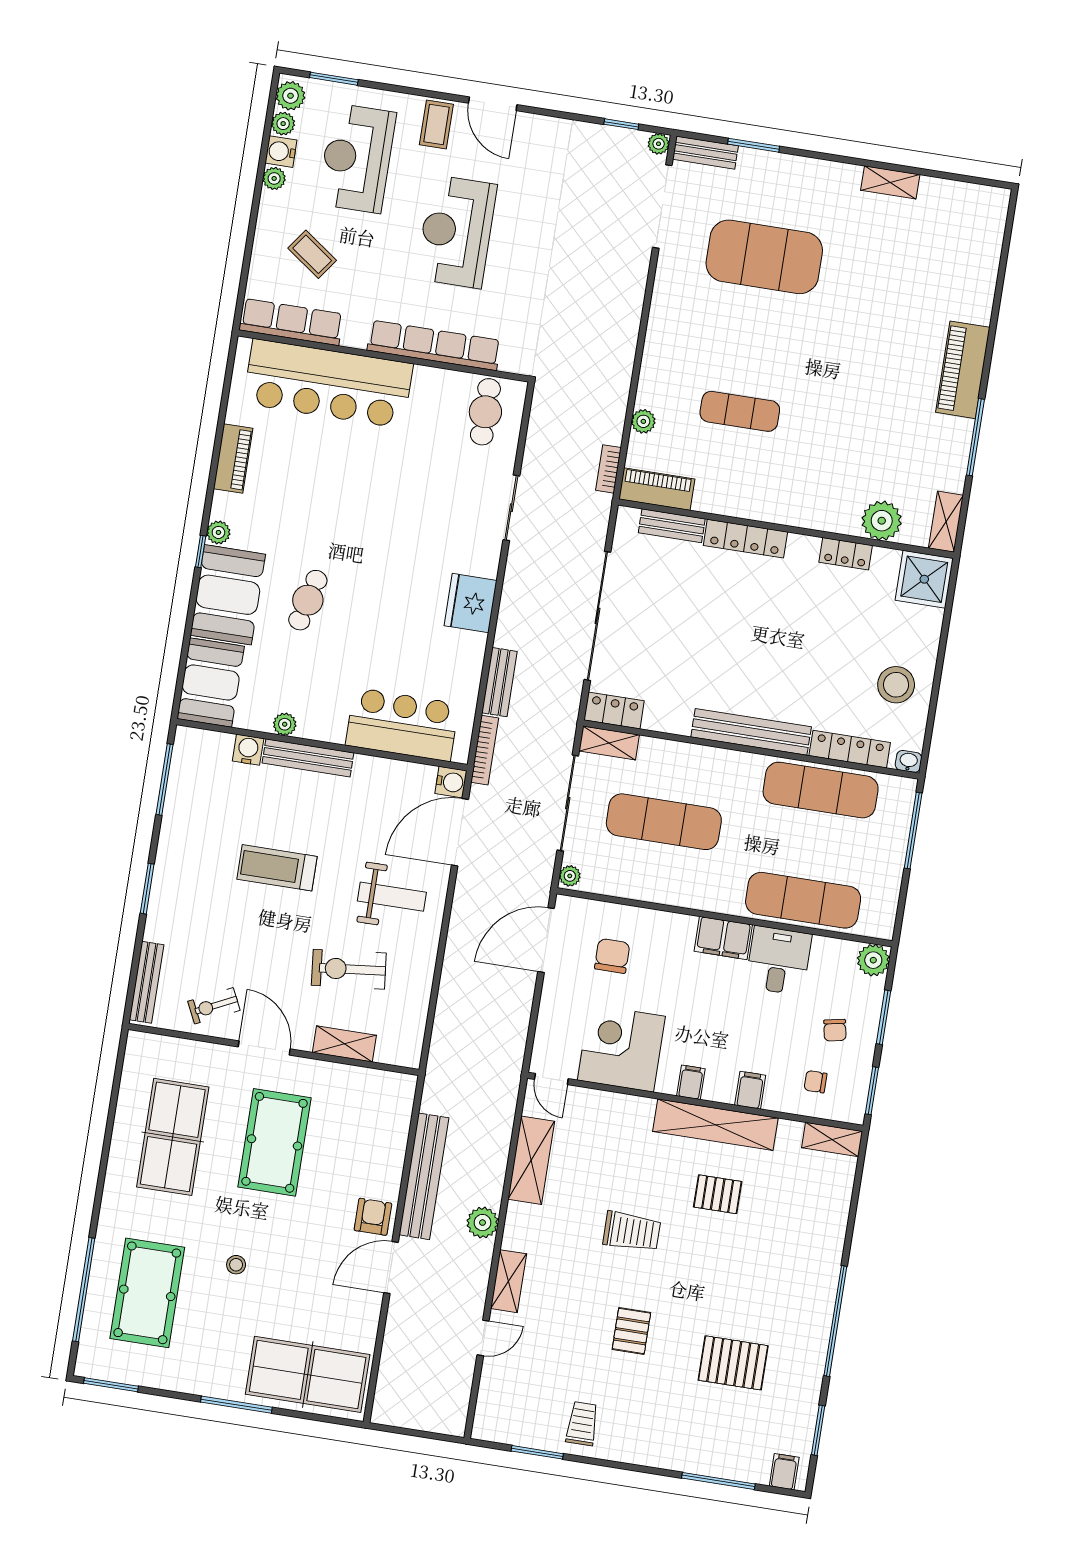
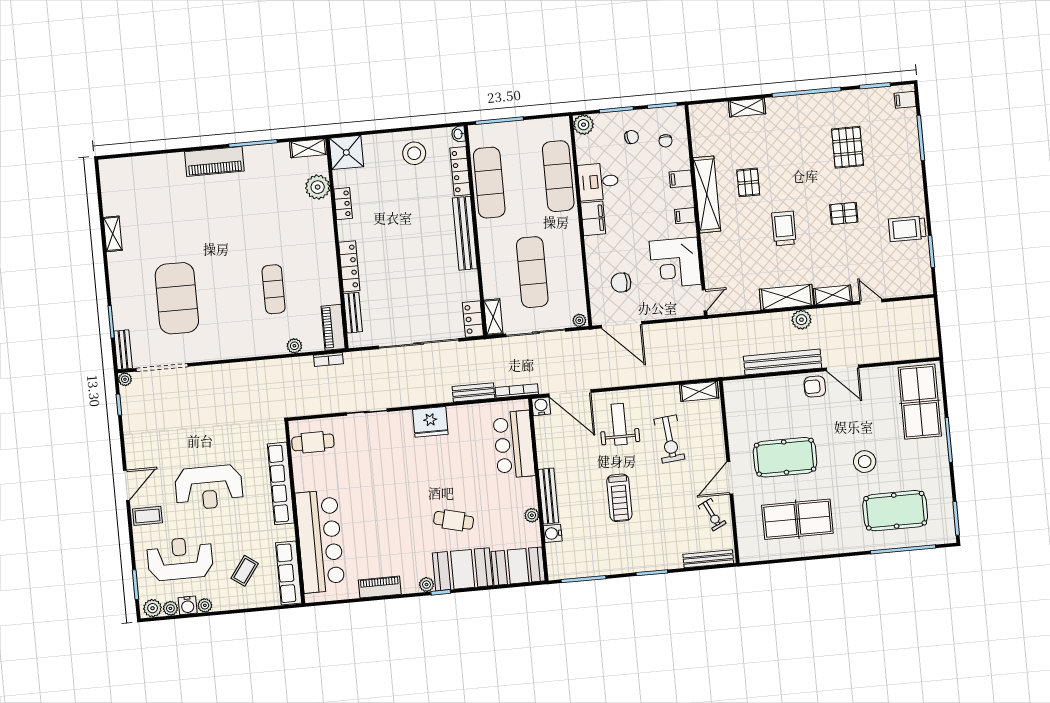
reception desk: (357, 158) -> (180, 559), turned 180
shelving: (344, 1044) -> (699, 391), moved, turned 90
shelving: (832, 1140) -> (747, 107), moved, turned 90
shelving: (531, 1160) -> (786, 297), moved
stool: (236, 1265) -> (865, 462), width x1.89, depth x1.89
trolley: (582, 1424) -> (907, 229), width x1.36, depth x1.39

